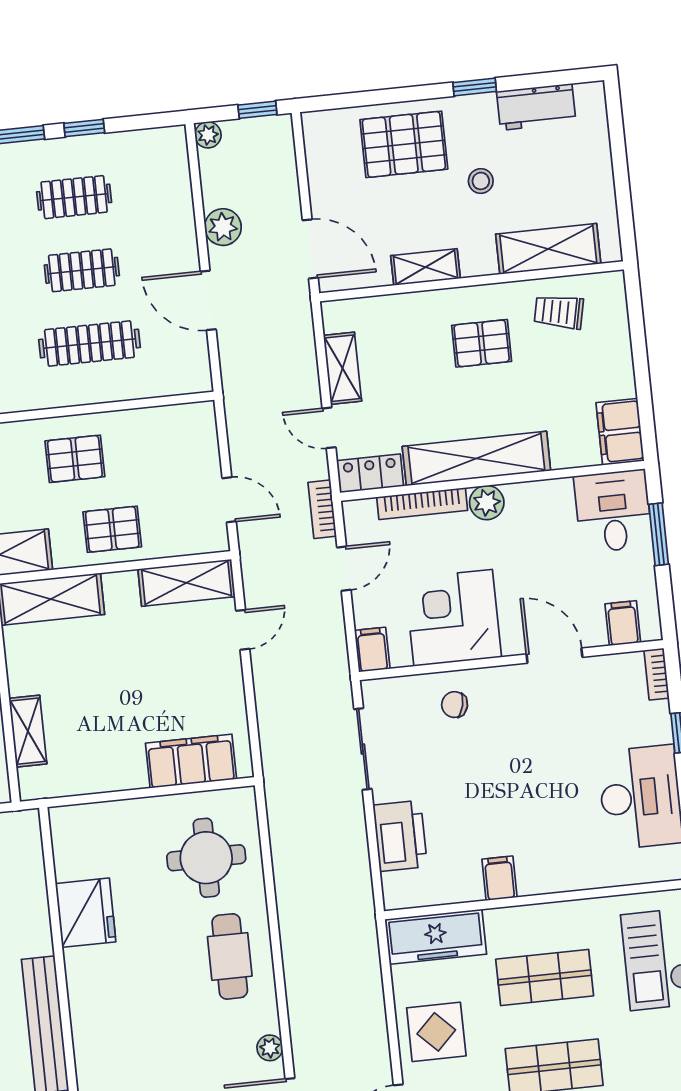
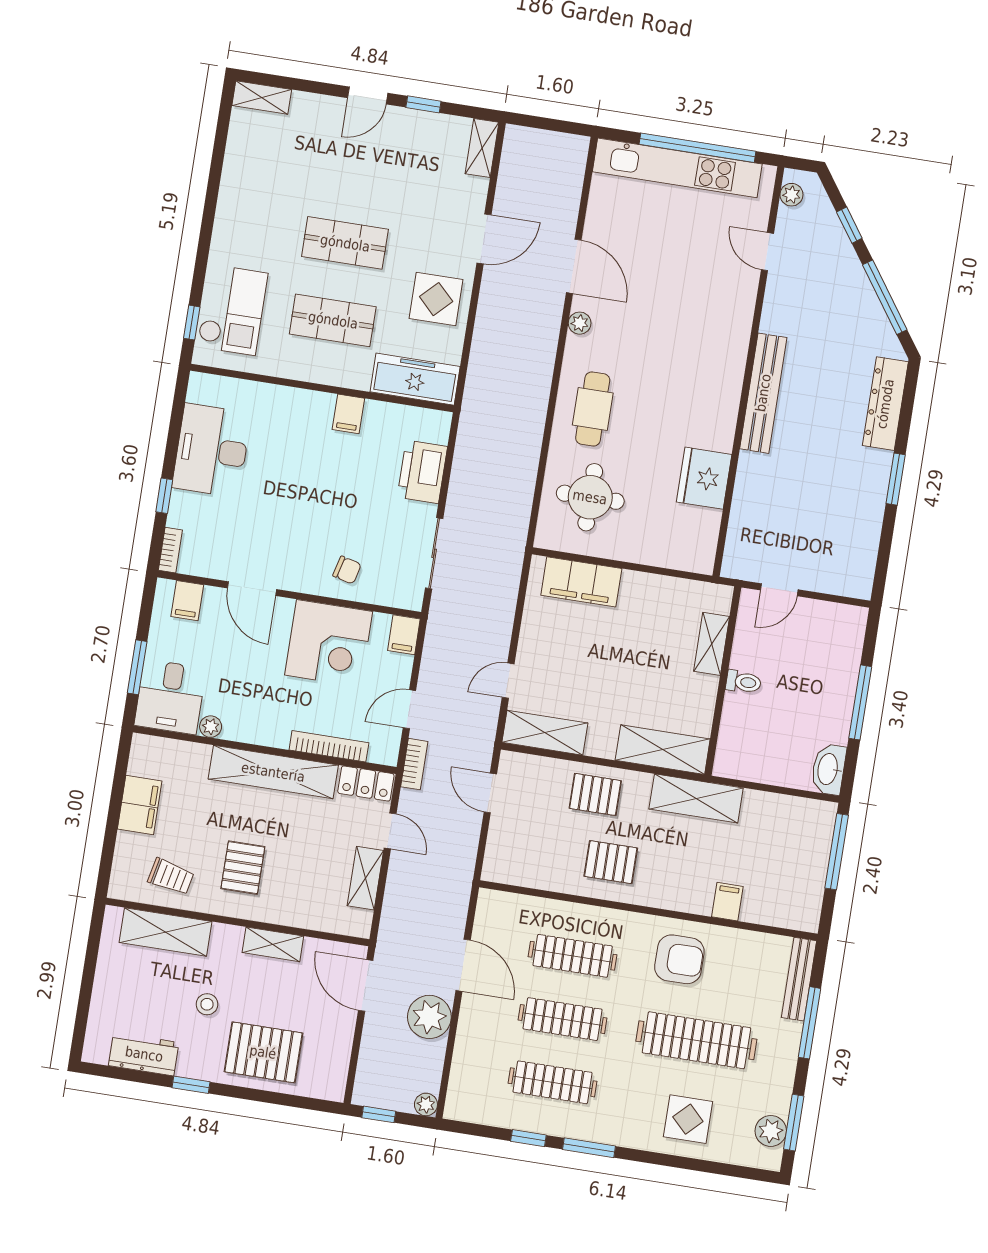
clothes rail: (74, 197) -> (553, 1082), width x1.36
plant: (223, 227) -> (429, 1017), width x1.36, depth x1.36
clothes rail: (82, 270) -> (563, 1019), width x1.36
pallet: (482, 343) -> (243, 868), turned 90
filing cabinet: (620, 432) -> (140, 805), moved
plant: (487, 503) -> (211, 727), moved, width x0.73, depth x0.73

